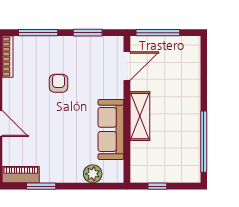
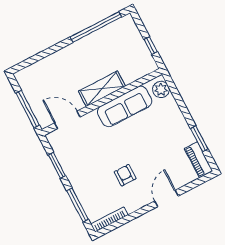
armchair: (59, 83) -> (125, 175), moved, turned 90
plant: (93, 174) -> (161, 89), moved

